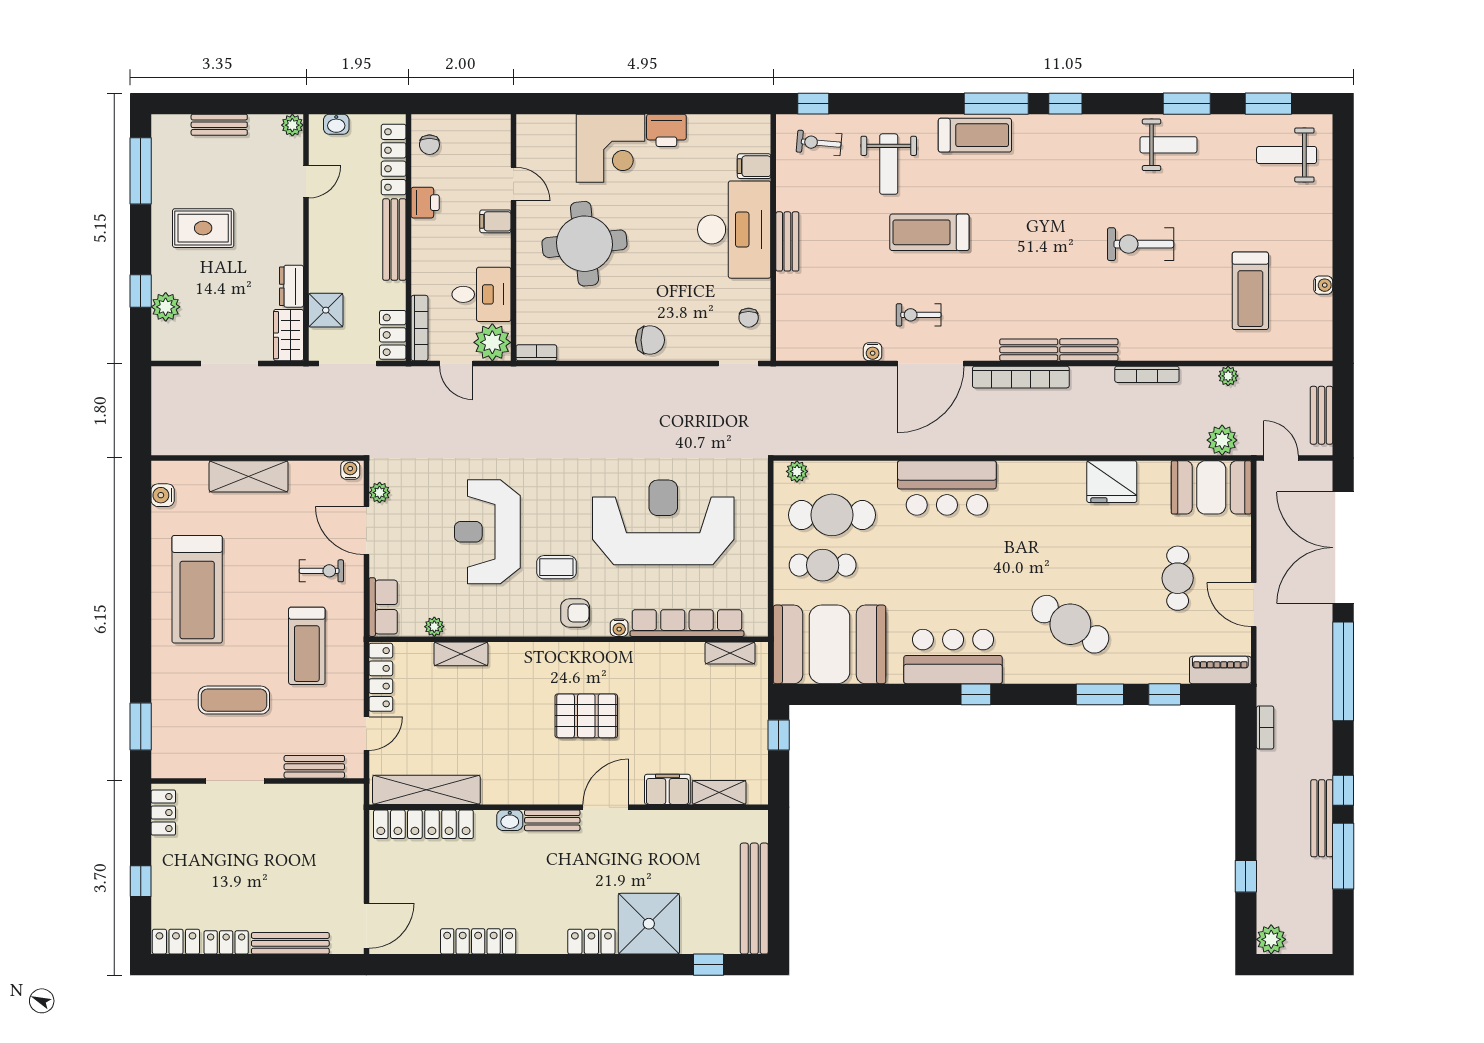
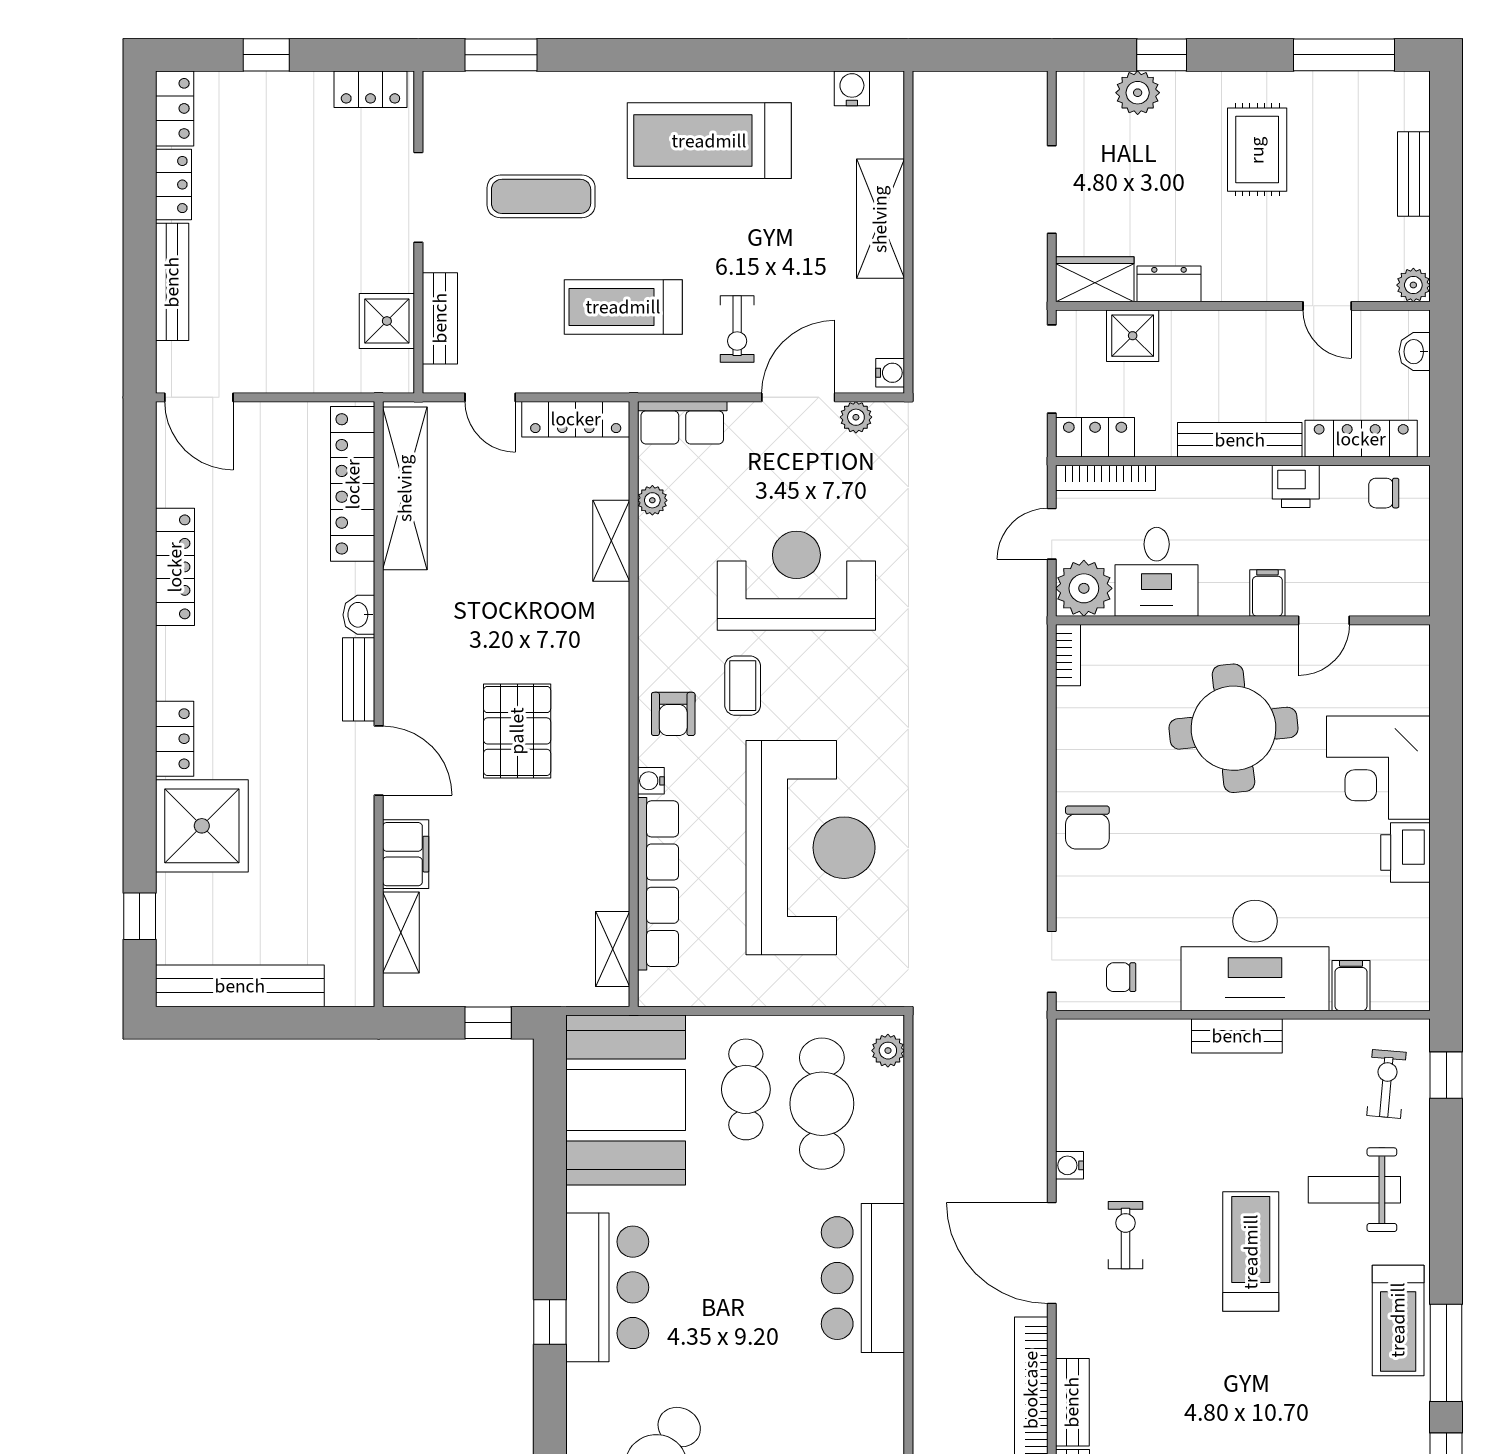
exercise mat: (234, 700) -> (541, 196), turned 90
shower: (316, 802) -> (387, 321), added

